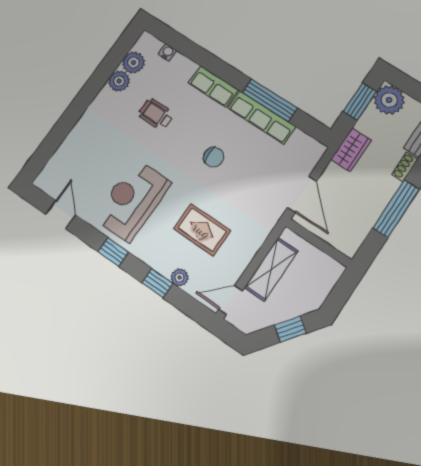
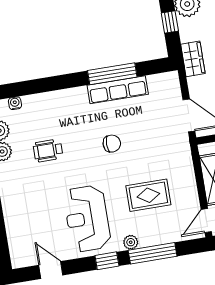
row of seats: (213, 86) -> (67, 98), removed
window: (360, 102) -> (170, 22), width x0.67
plant: (180, 277) -> (131, 242), moved
window: (157, 283) -> (153, 253), width x2.17

